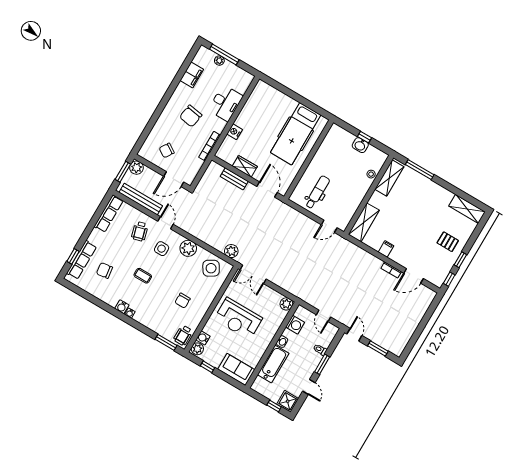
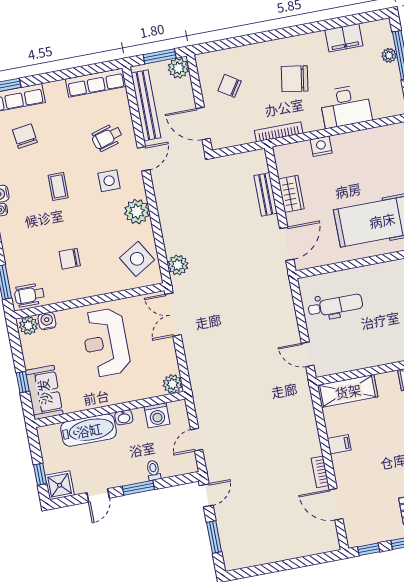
window: (207, 367) -> (23, 382), moved

